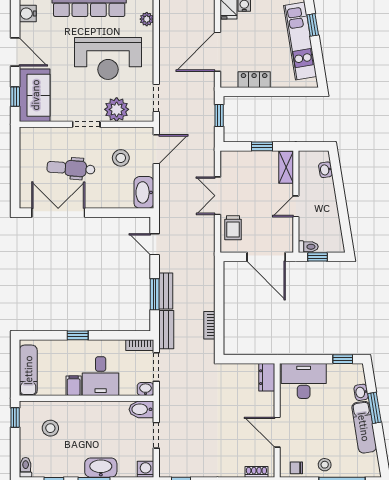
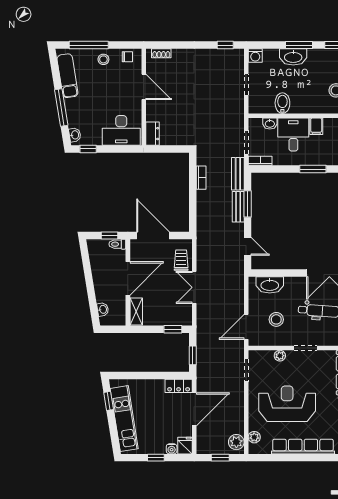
plant: (168, 13) -> (236, 442), added
window: (313, 25) -> (109, 401), moved
locker: (254, 80) -> (179, 386), moved
plant: (117, 109) -> (280, 356), width x0.53, depth x0.53
window: (262, 146) -> (173, 329), moved
washbasin: (144, 192) -> (270, 285), moved, turned 90
double door: (218, 196) -> (194, 287), swing flipped
door: (296, 206) -> (128, 278), width x1.87
window: (78, 335) -> (313, 169), width x1.50
washbasin: (145, 389) -> (270, 124), moved
washbasin: (361, 392) -> (75, 135), moved
window: (374, 408) -> (61, 108), width x1.44
bidet: (141, 409) -> (282, 103), moved, turned -90
exam couch: (364, 427) -> (67, 76), moved

